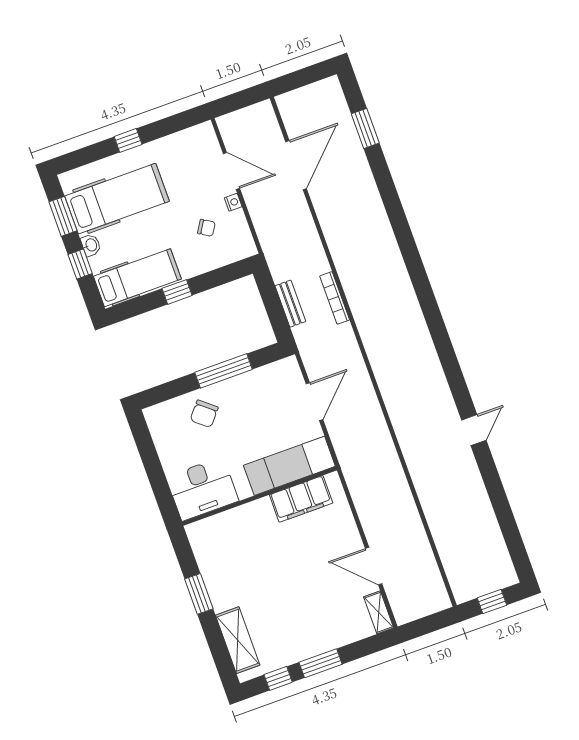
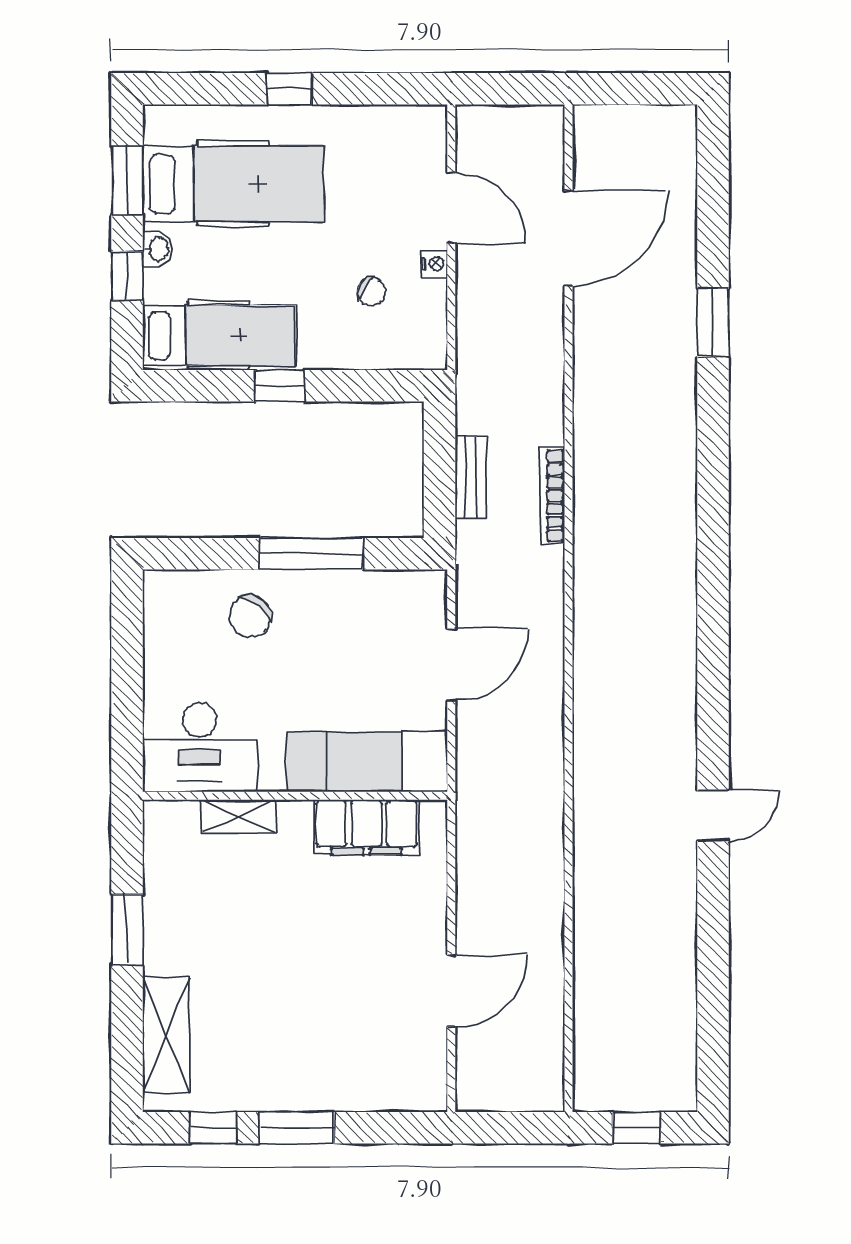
window: (365, 128) -> (713, 322), moved
door: (374, 566) -> (451, 991), swing flipped
shelving: (379, 612) -> (239, 816), moved, turned 90

